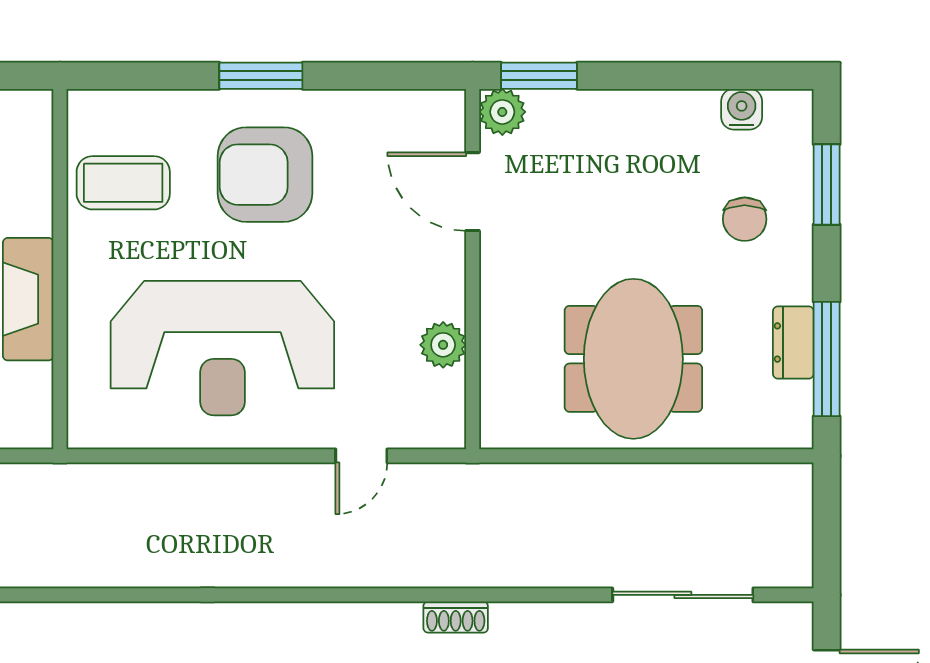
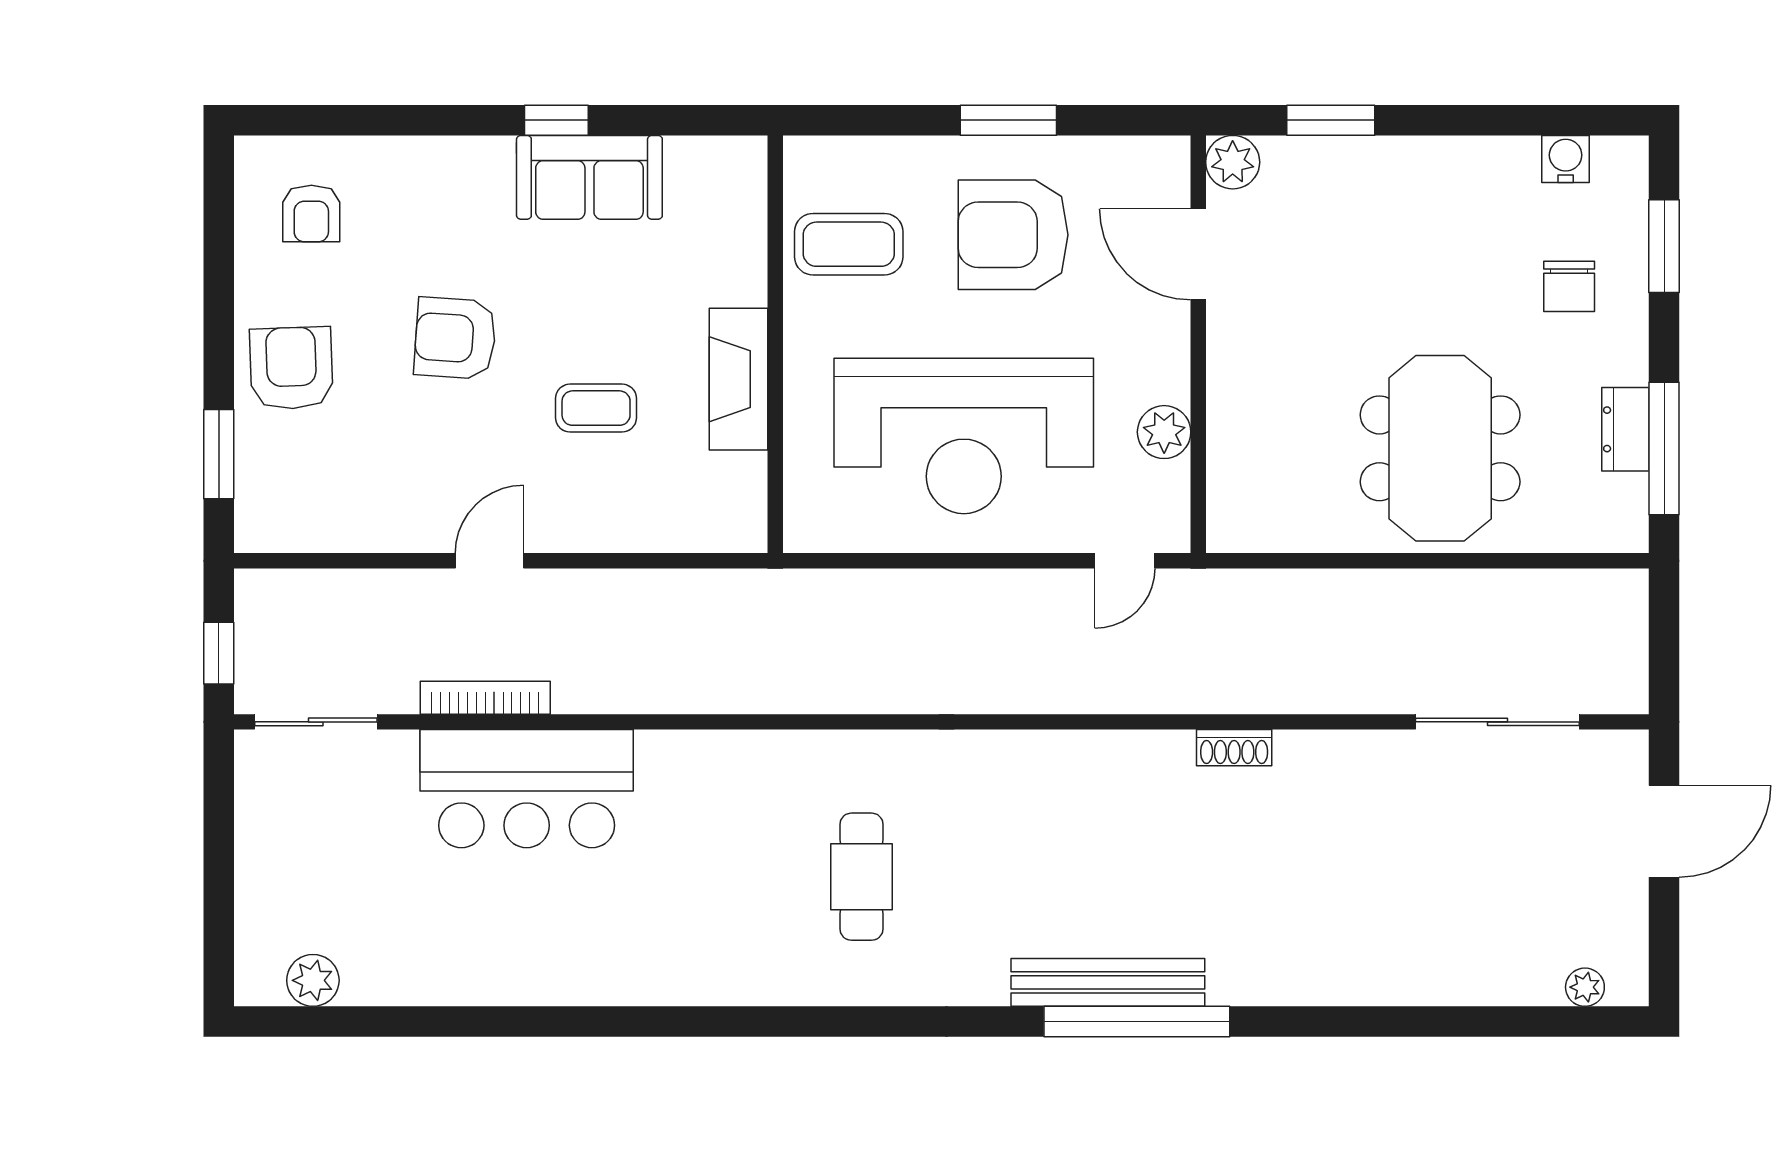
plant: (502, 112) -> (1233, 162), moved
door: (473, 192) -> (1198, 254), moved
wall: (473, 269) -> (1198, 344), moved
plant: (443, 345) -> (1164, 432), moved

